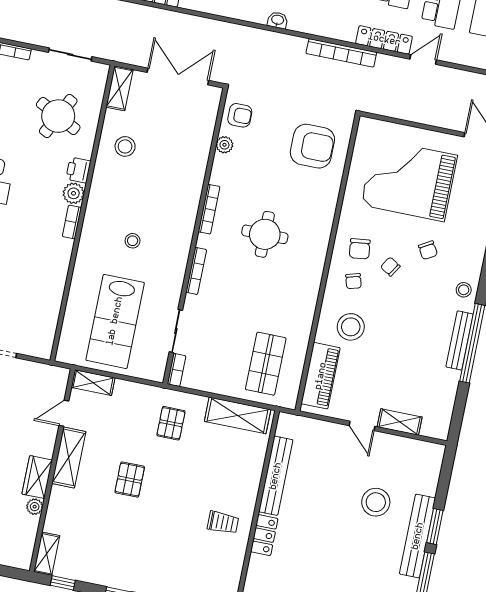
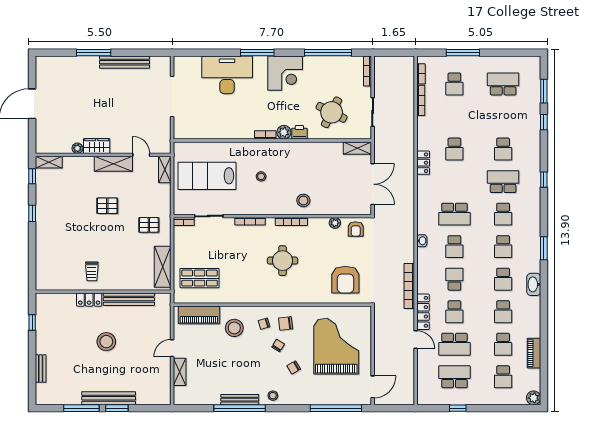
stool: (125, 146) -> (303, 200), moved
stool: (376, 502) -> (106, 342), moved

